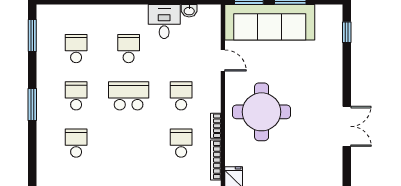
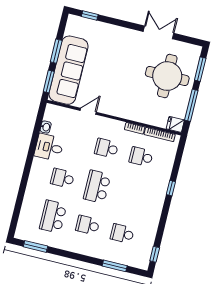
school desk: (76, 49) -> (53, 217), width x1.85
window: (32, 105) -> (115, 266), moved
round table: (262, 112) -> (167, 76), moved

